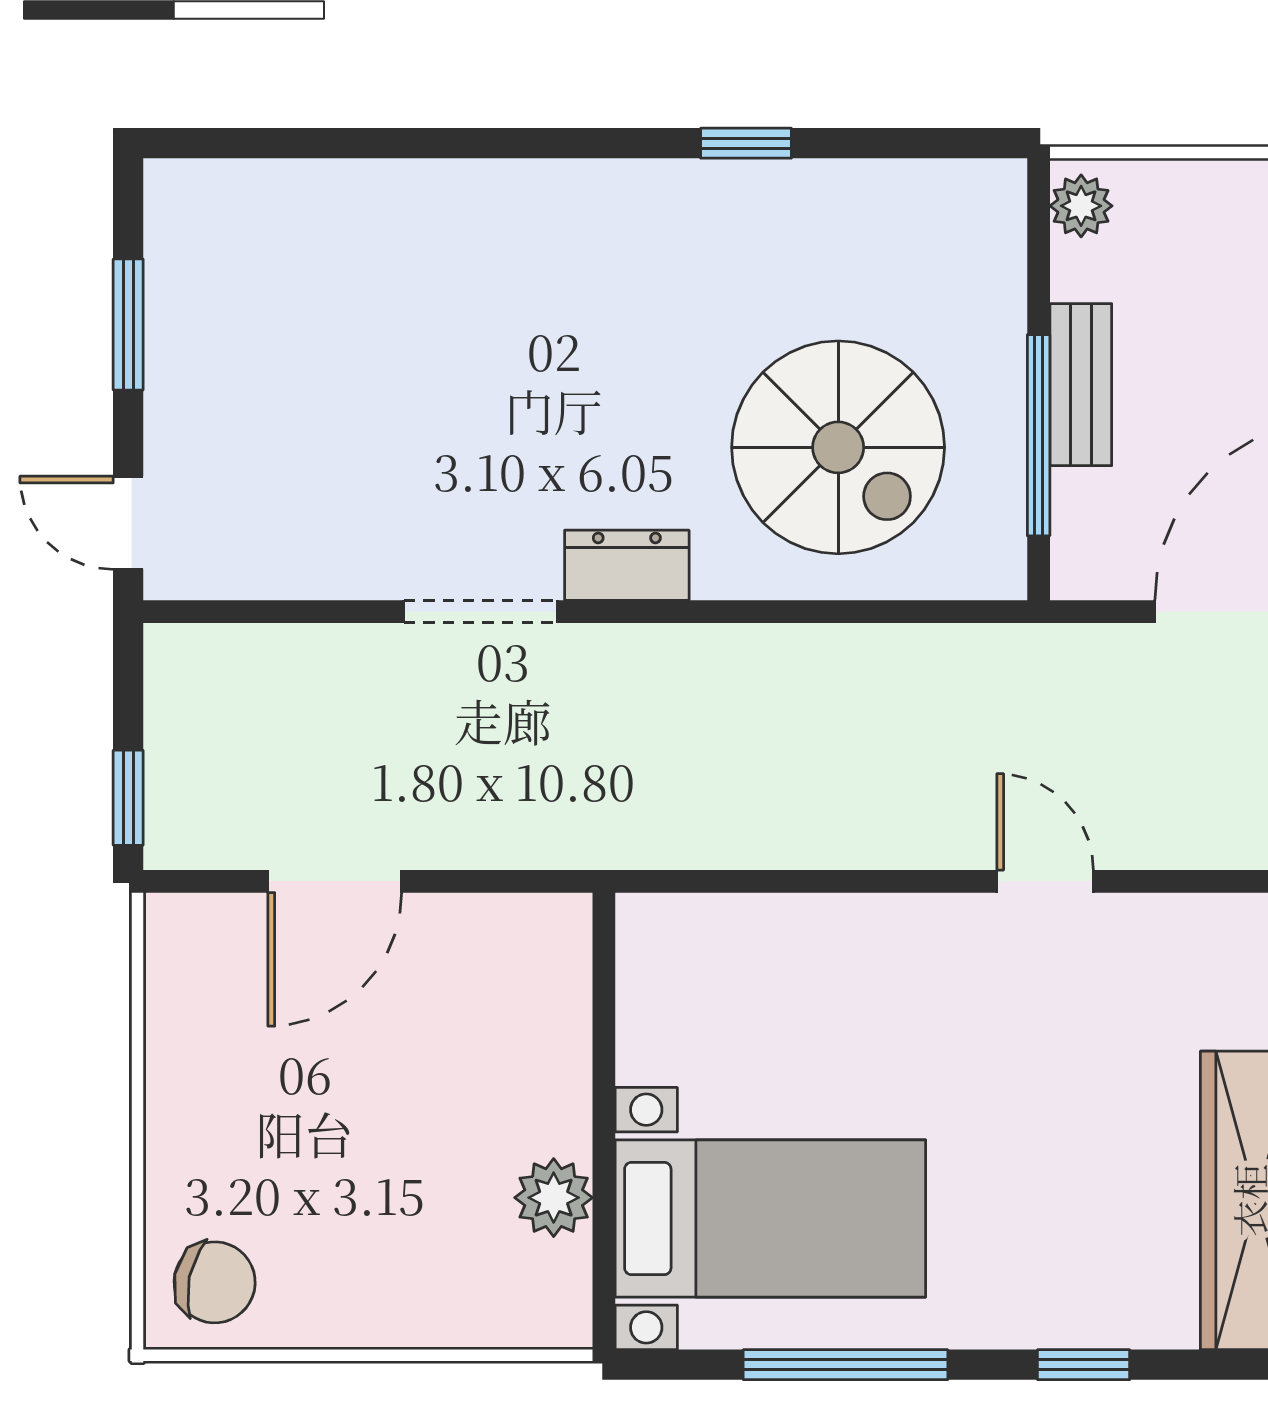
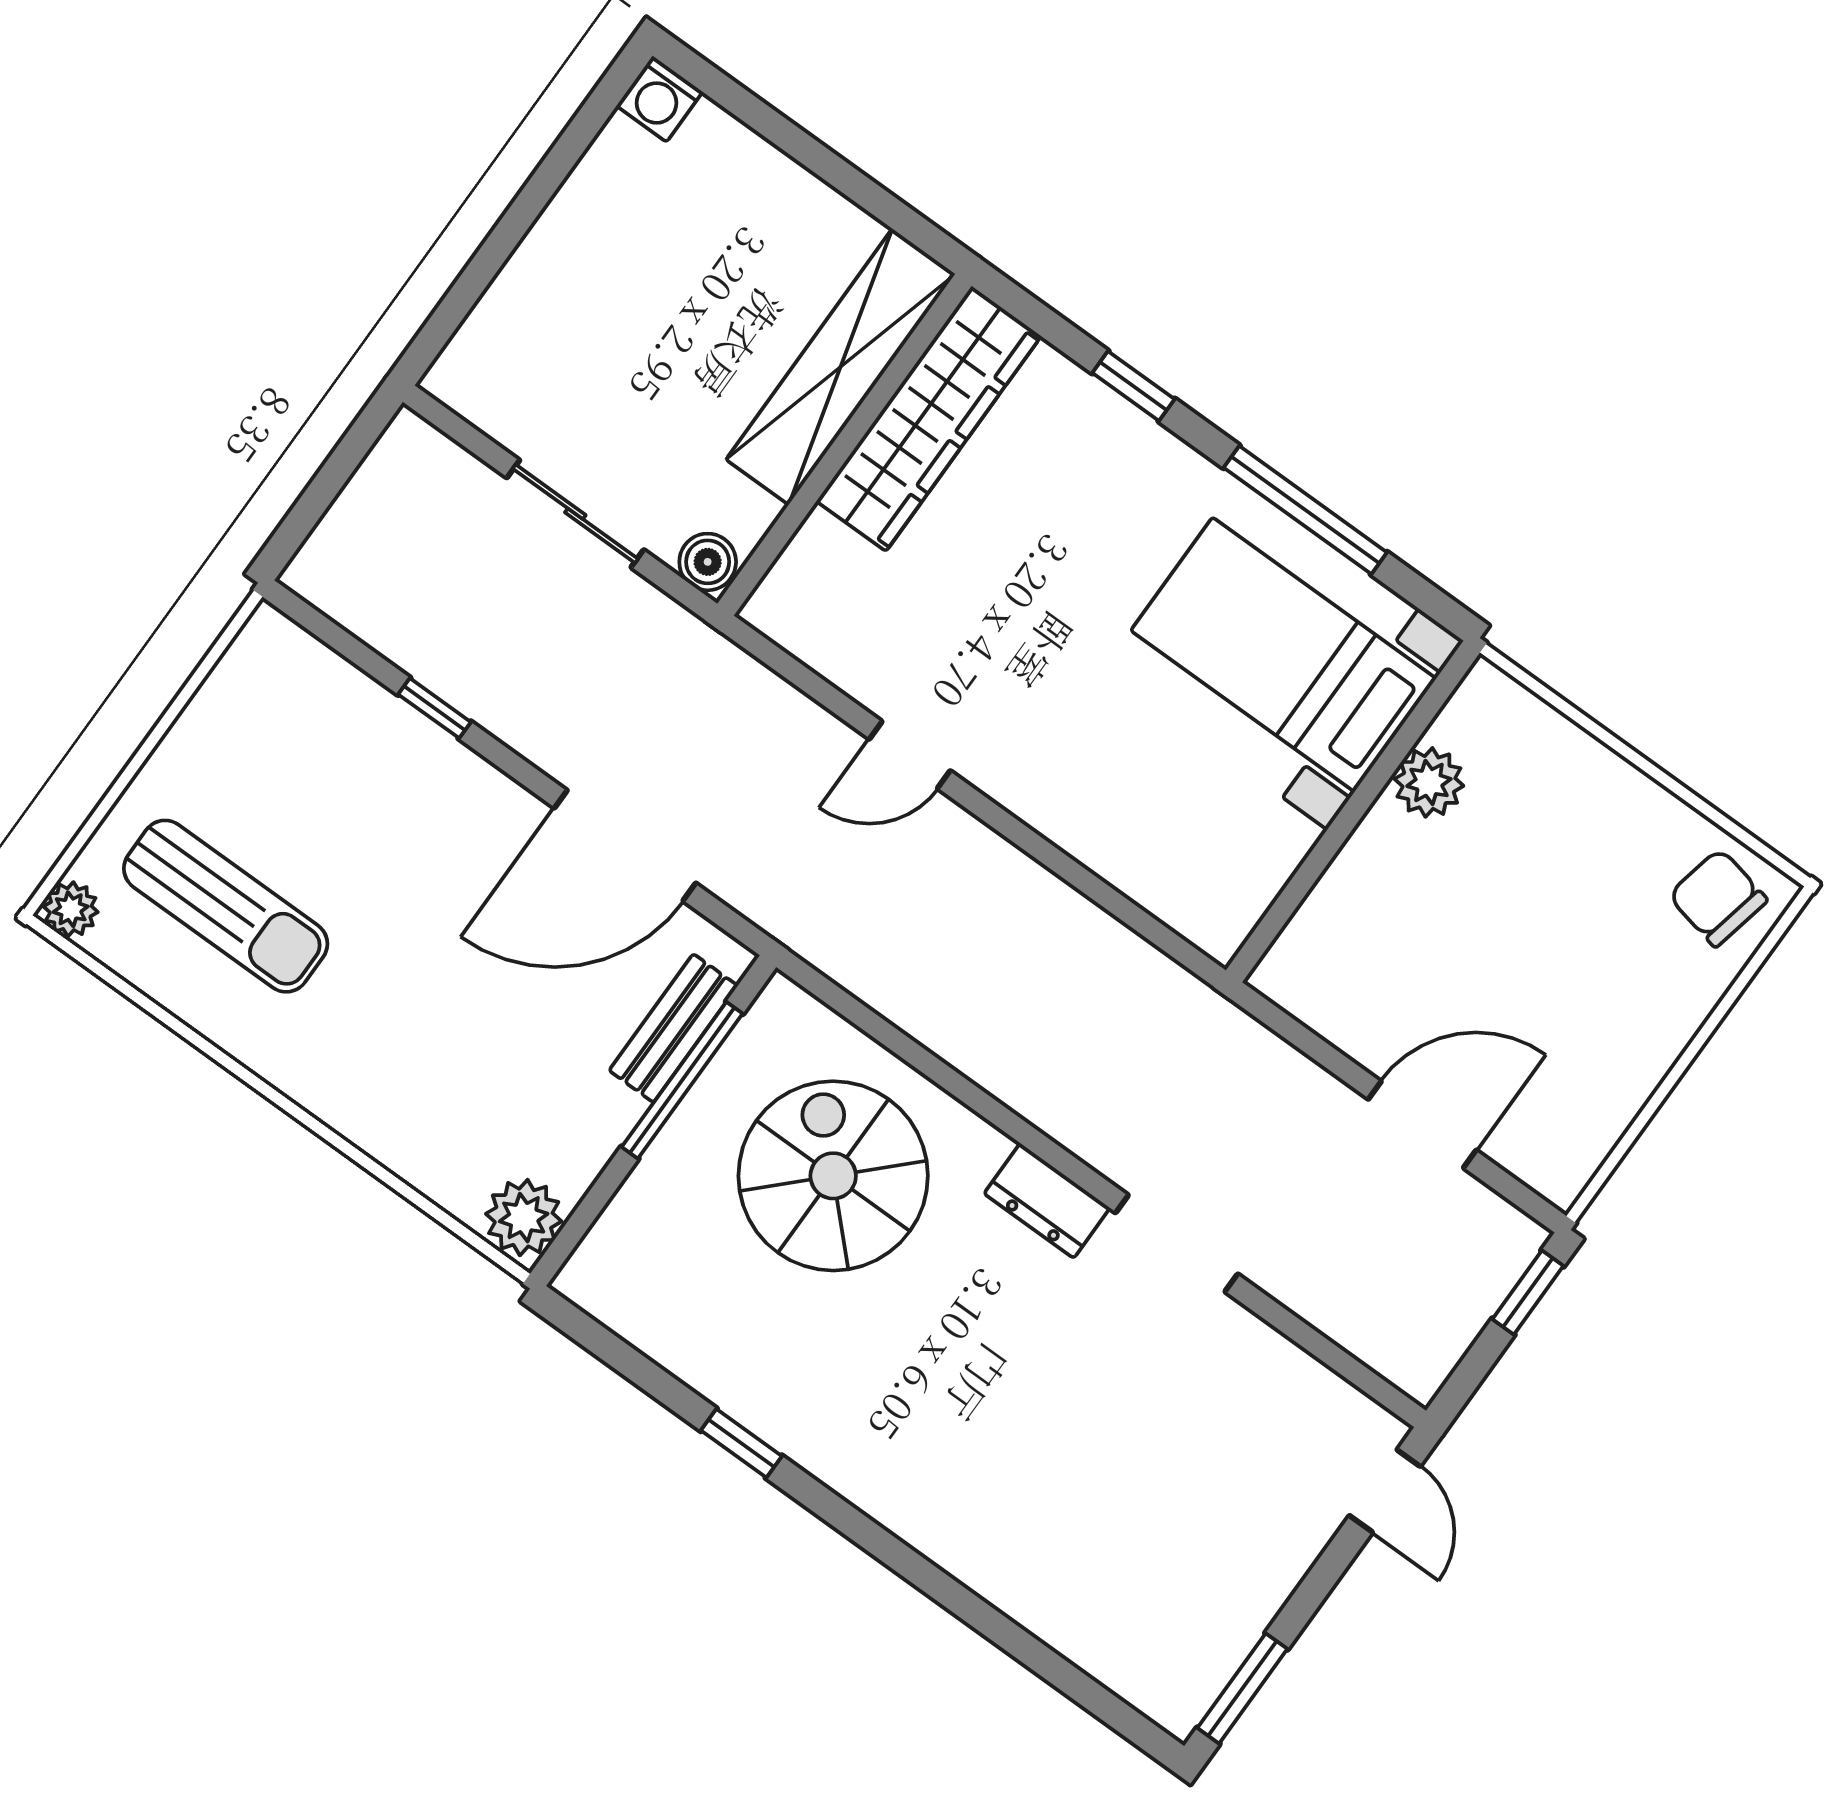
plant: (1081, 206) -> (524, 1218), width x1.38, depth x1.38
window: (128, 324) -> (1242, 1688), moved
bench: (1081, 385) -> (673, 1028), moved
door: (1045, 881) -> (910, 755), hinge flipped

